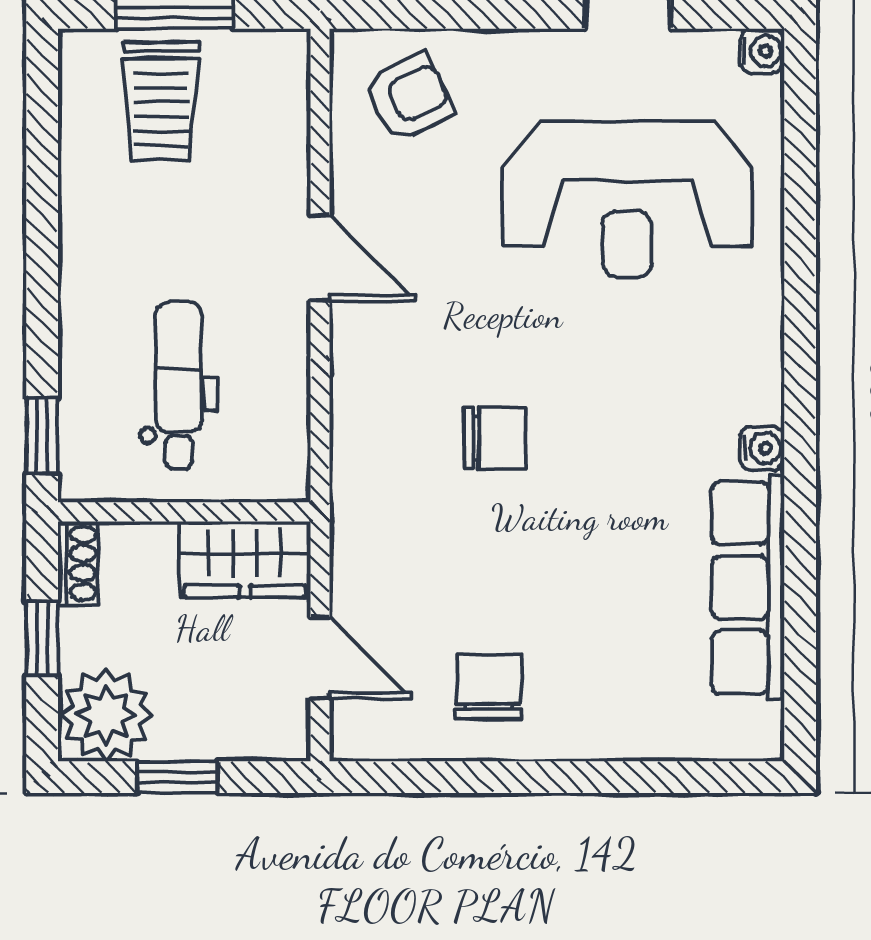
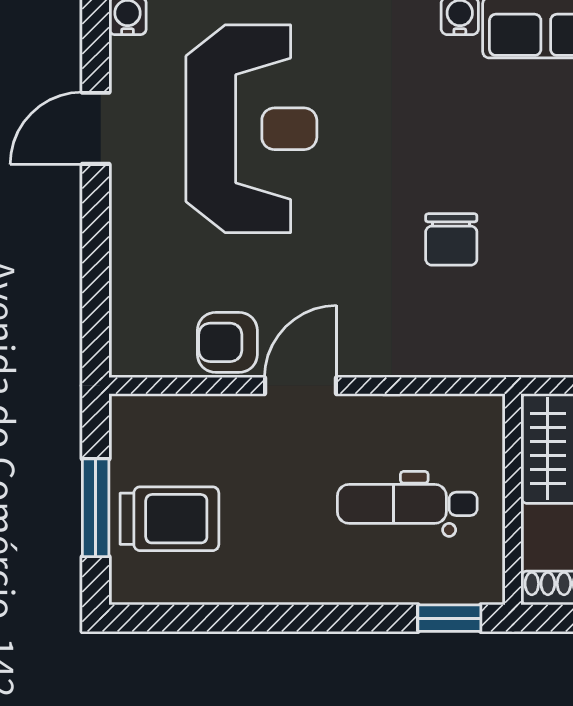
armchair: (409, 97) -> (227, 342), moved, turned -64
chair: (495, 438) -> (451, 239), turned 180

